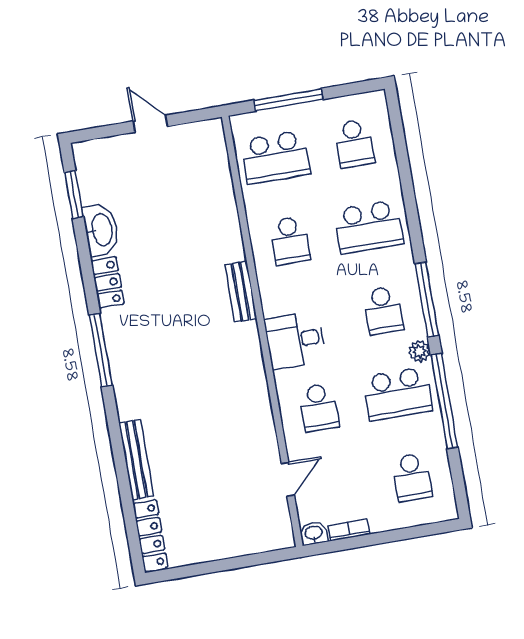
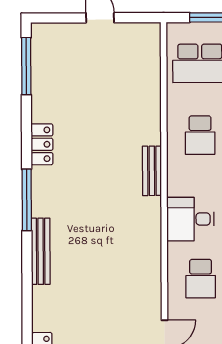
window: (74, 194) -> (26, 66), width x1.44
washbasin: (101, 230) -> (44, 99), removed
bench: (136, 460) -> (41, 251), moved

